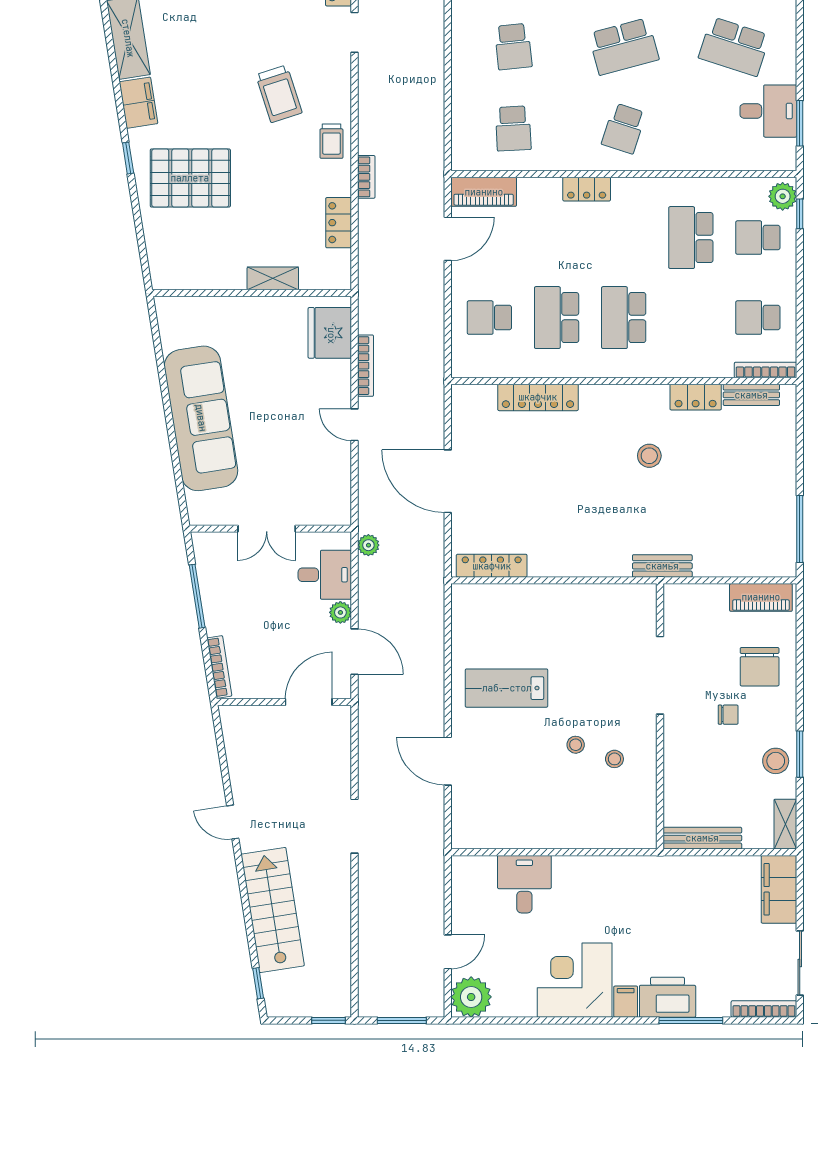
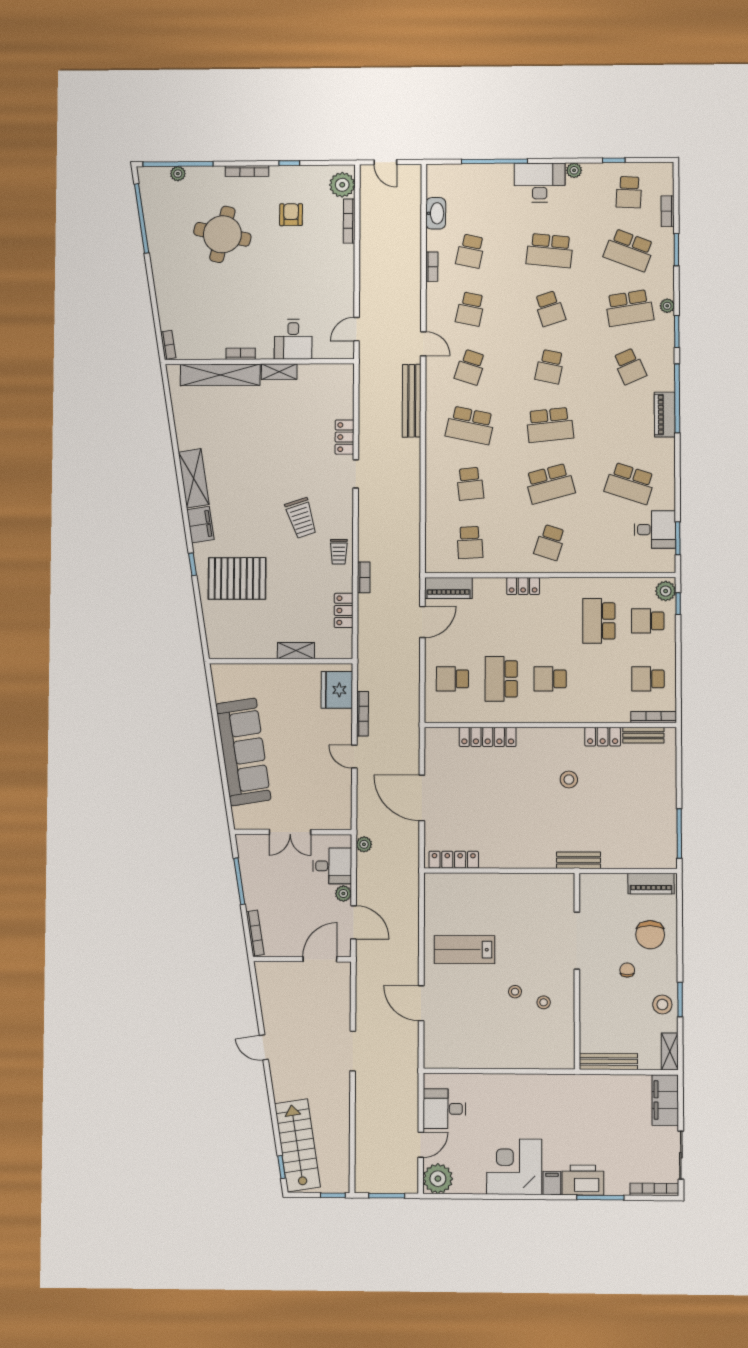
school desk: (624, 318) -> (550, 679), width x0.54
chair: (728, 715) -> (627, 970), turned -90
desk: (524, 884) -> (444, 1109), moved, turned -90
stairs: (273, 910) -> (297, 1145), moved

